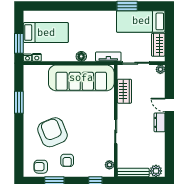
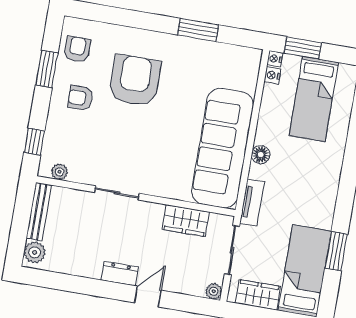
armchair: (52, 132) -> (135, 80), turned -68

